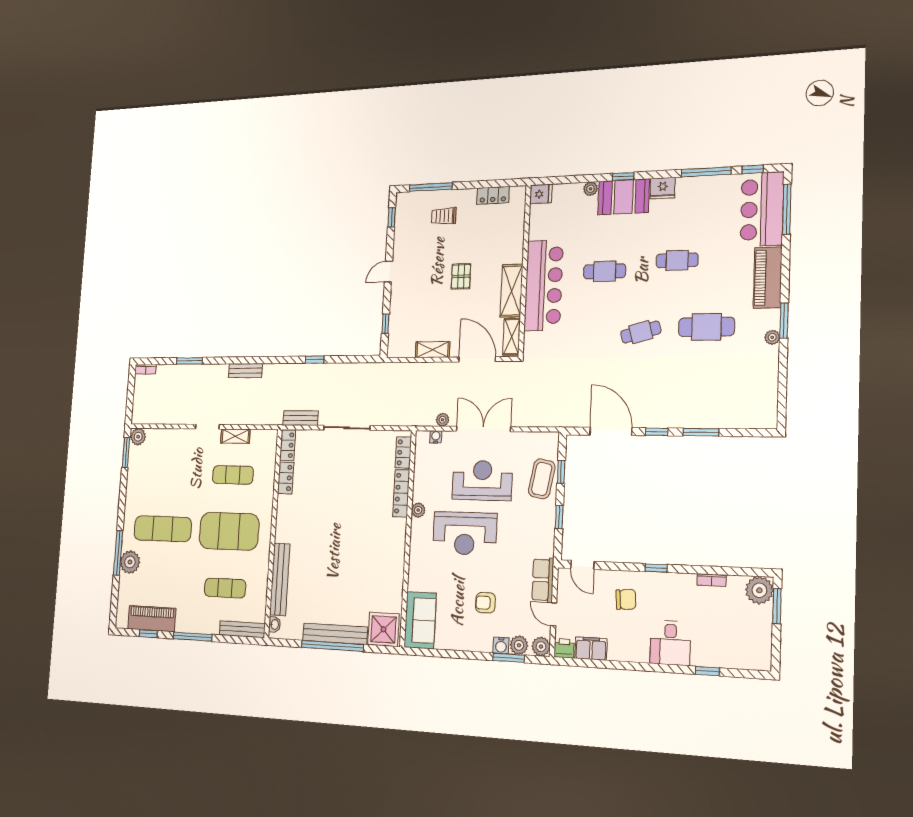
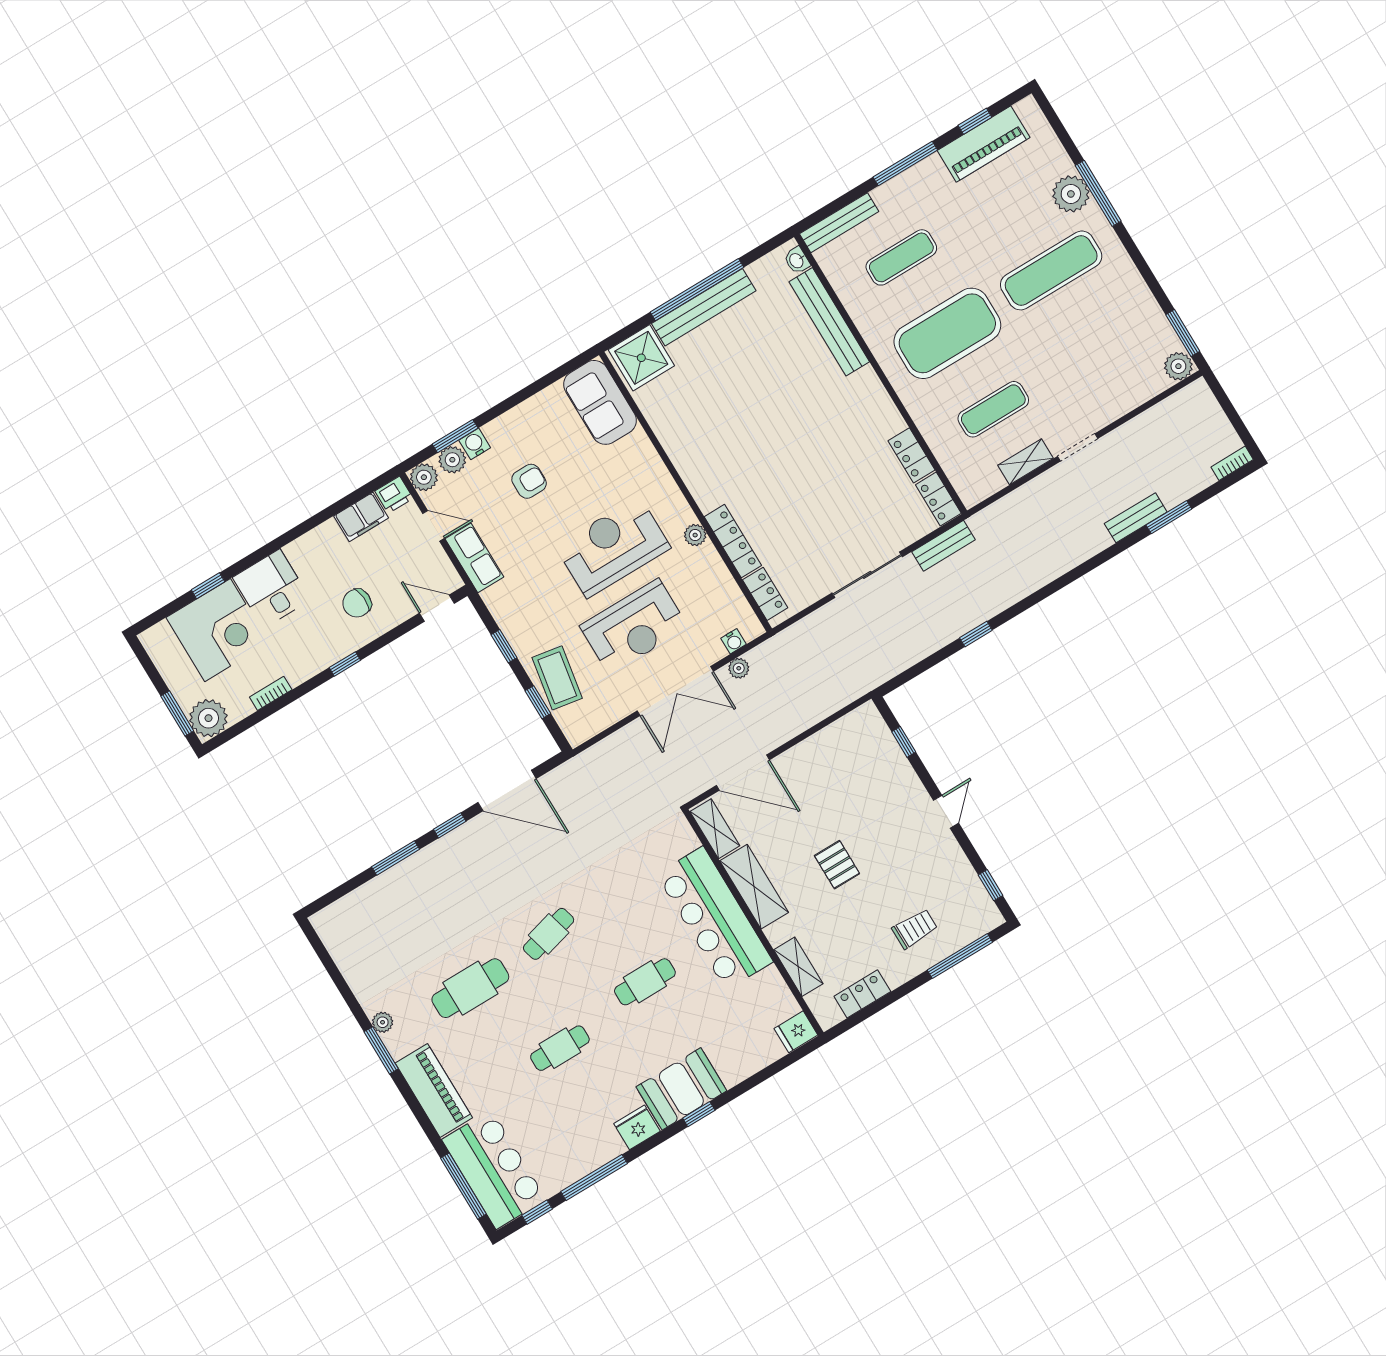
plant: (591, 189) -> (732, 1075), removed
shelving: (433, 350) -> (798, 967), moved, turned 90
bench: (245, 371) -> (1136, 518), moved
corner desk: (719, 640) -> (218, 630), added

